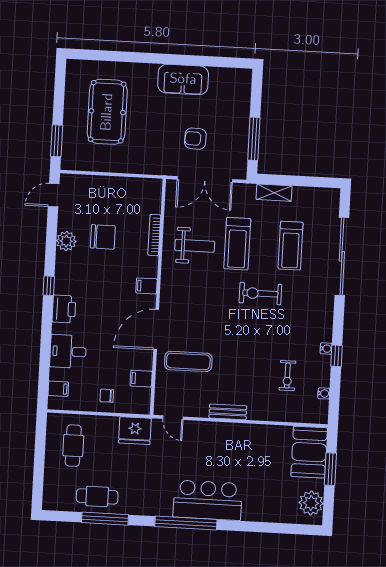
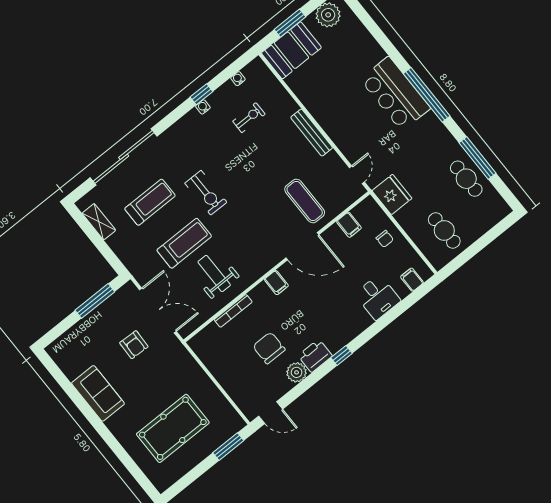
shelving: (274, 193) -> (99, 222), moved
printer: (64, 309) -> (315, 356), moved
bench: (228, 412) -> (312, 133), width x1.36
cafe table: (73, 446) -> (444, 230), turned 90

